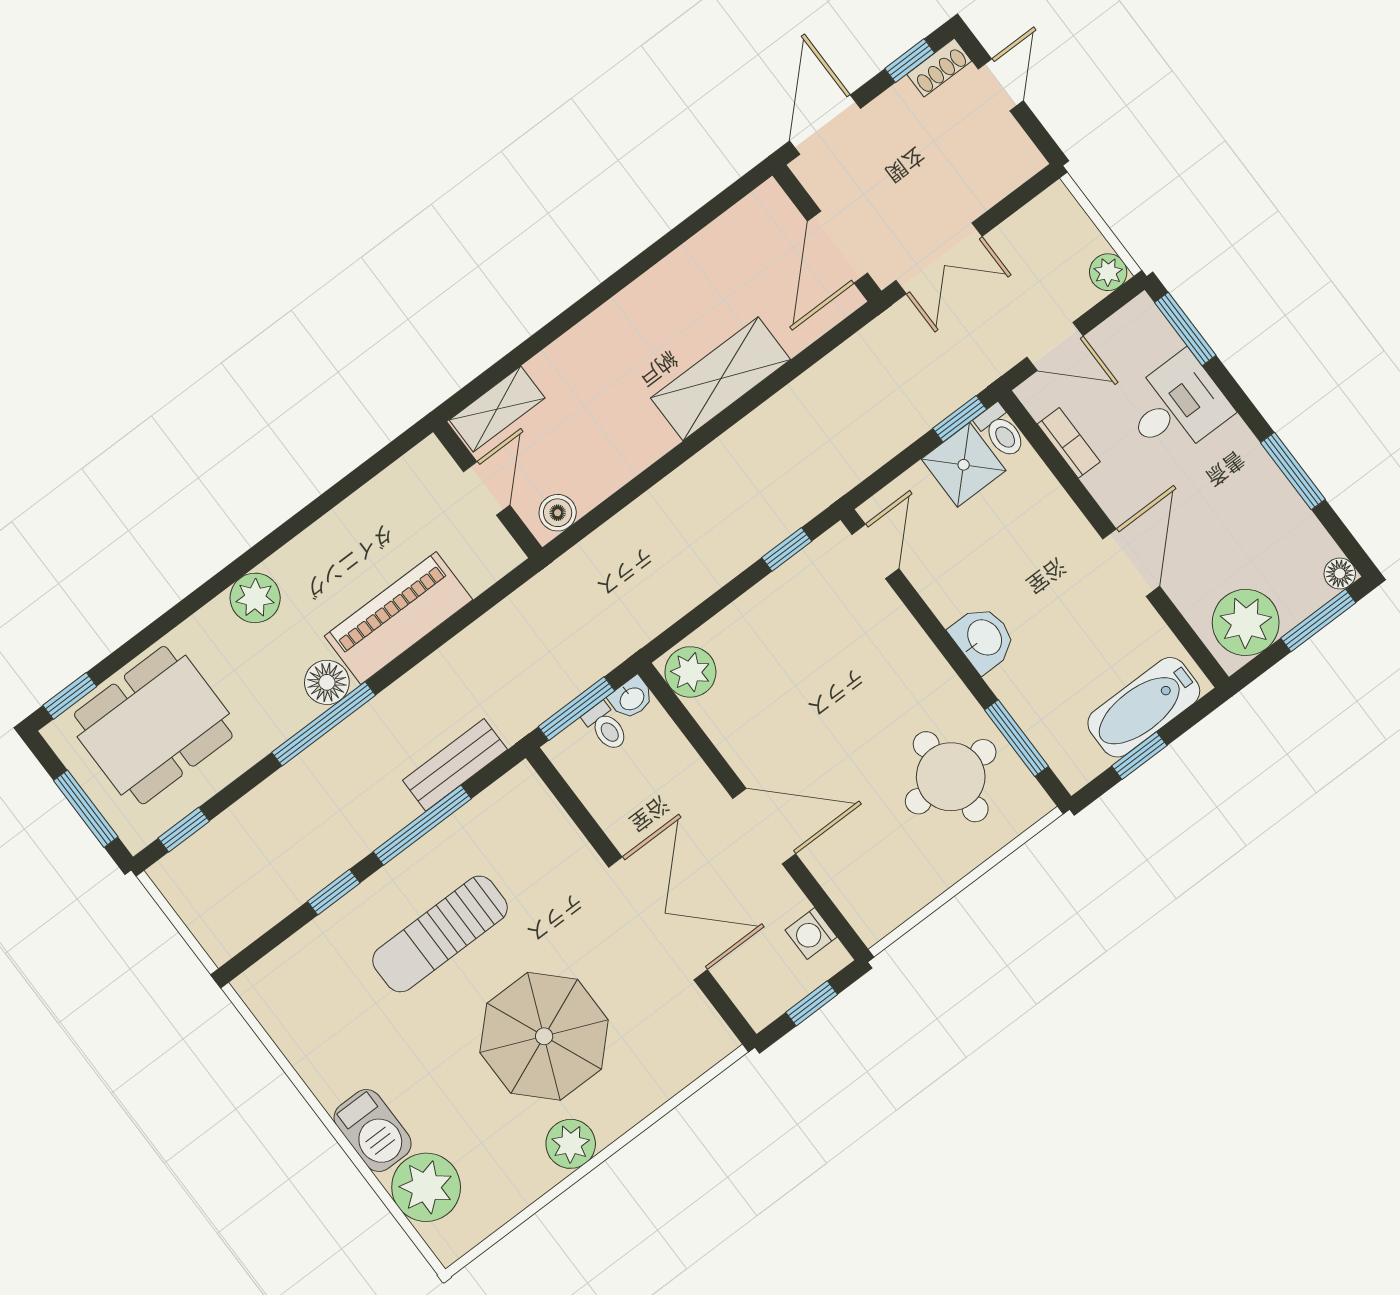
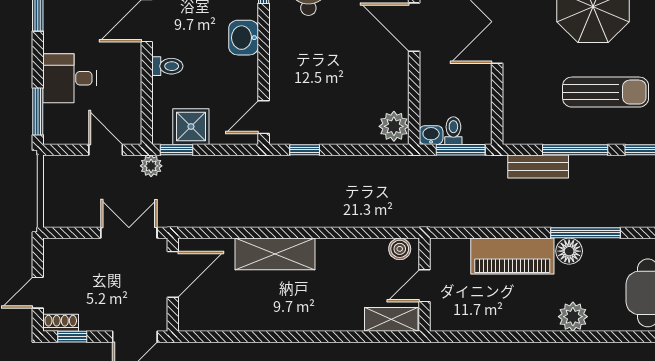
plant: (1108, 272) -> (151, 166), moved
toilet: (1001, 431) -> (167, 66), moved, turned 90
bookcase: (1069, 443) -> (133, 99), removed

